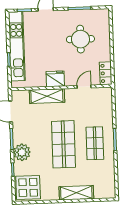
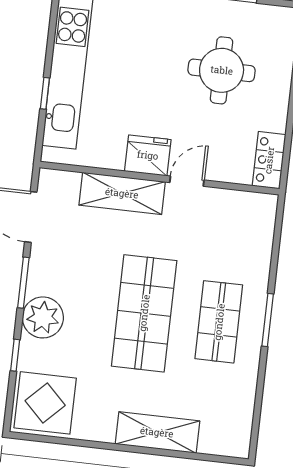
door: (84, 87) -> (187, 181), moved

